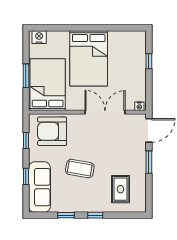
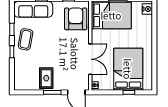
bed: (89, 58) -> (128, 69), moved, turned 90
coffee table: (80, 169) -> (26, 39), moved
rug: (120, 189) -> (46, 78), moved, turned 90

